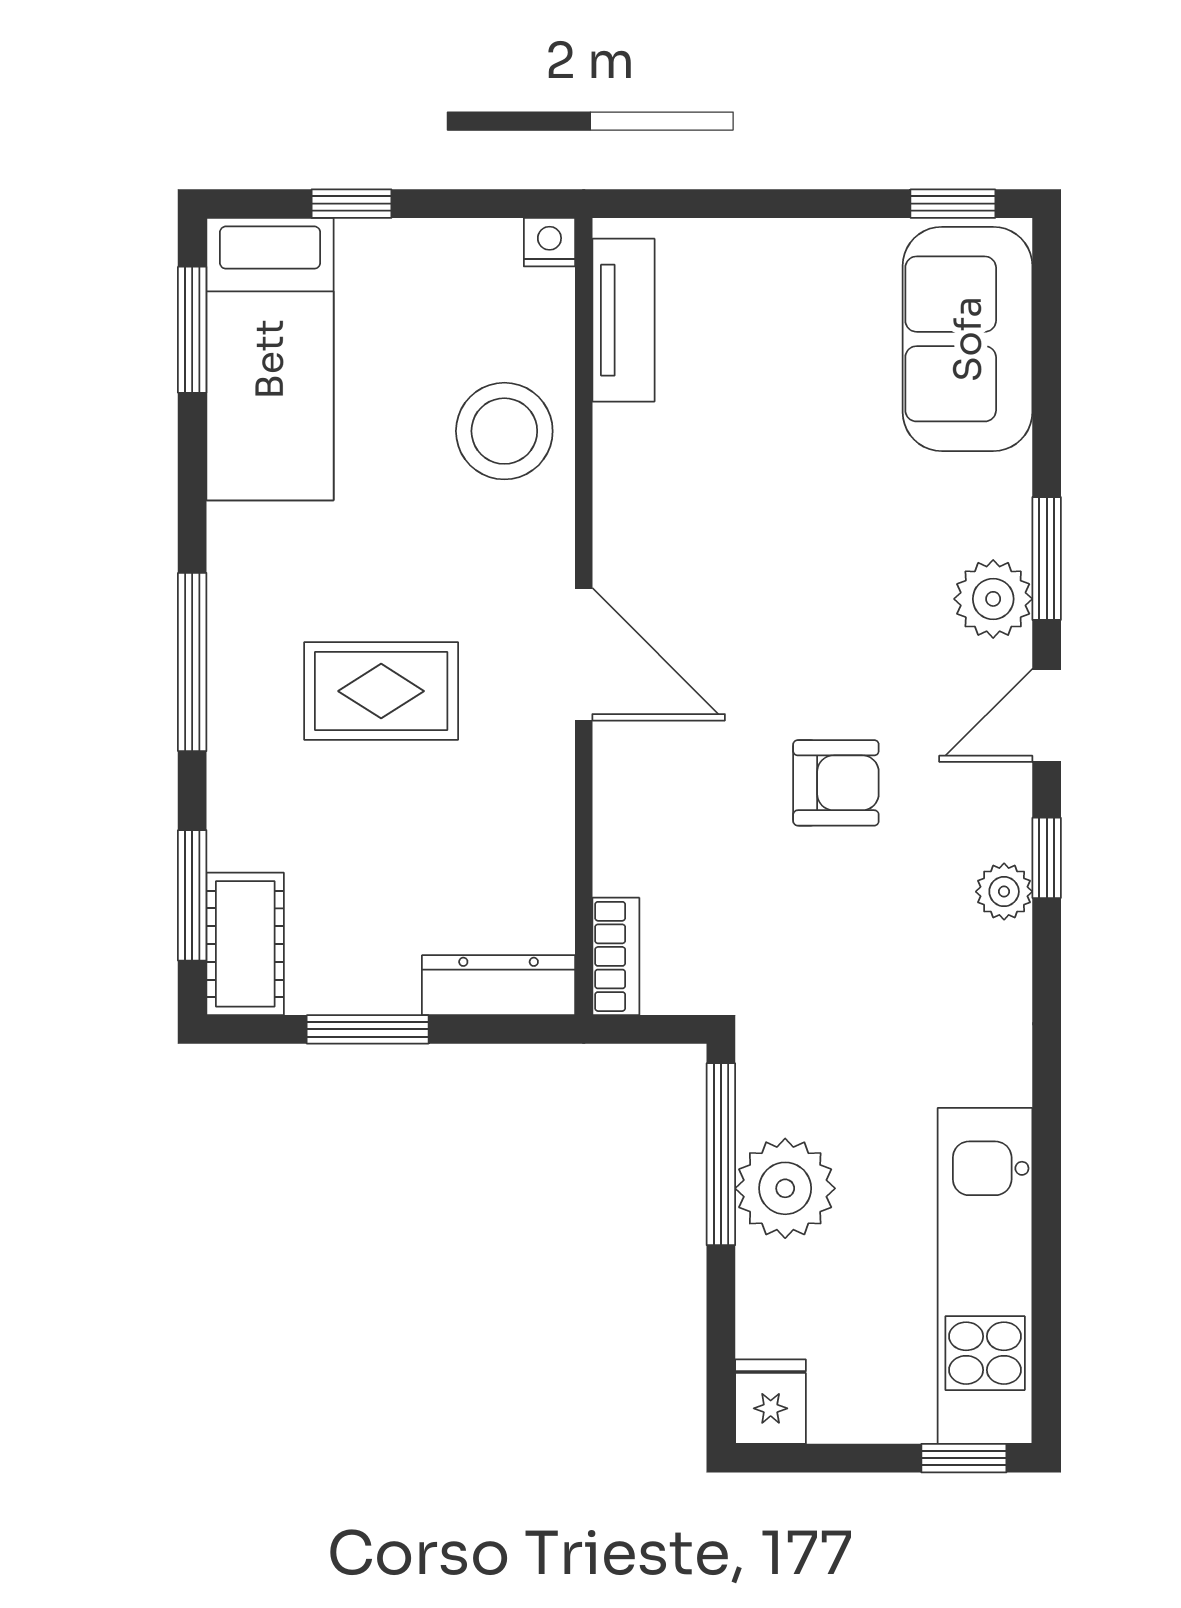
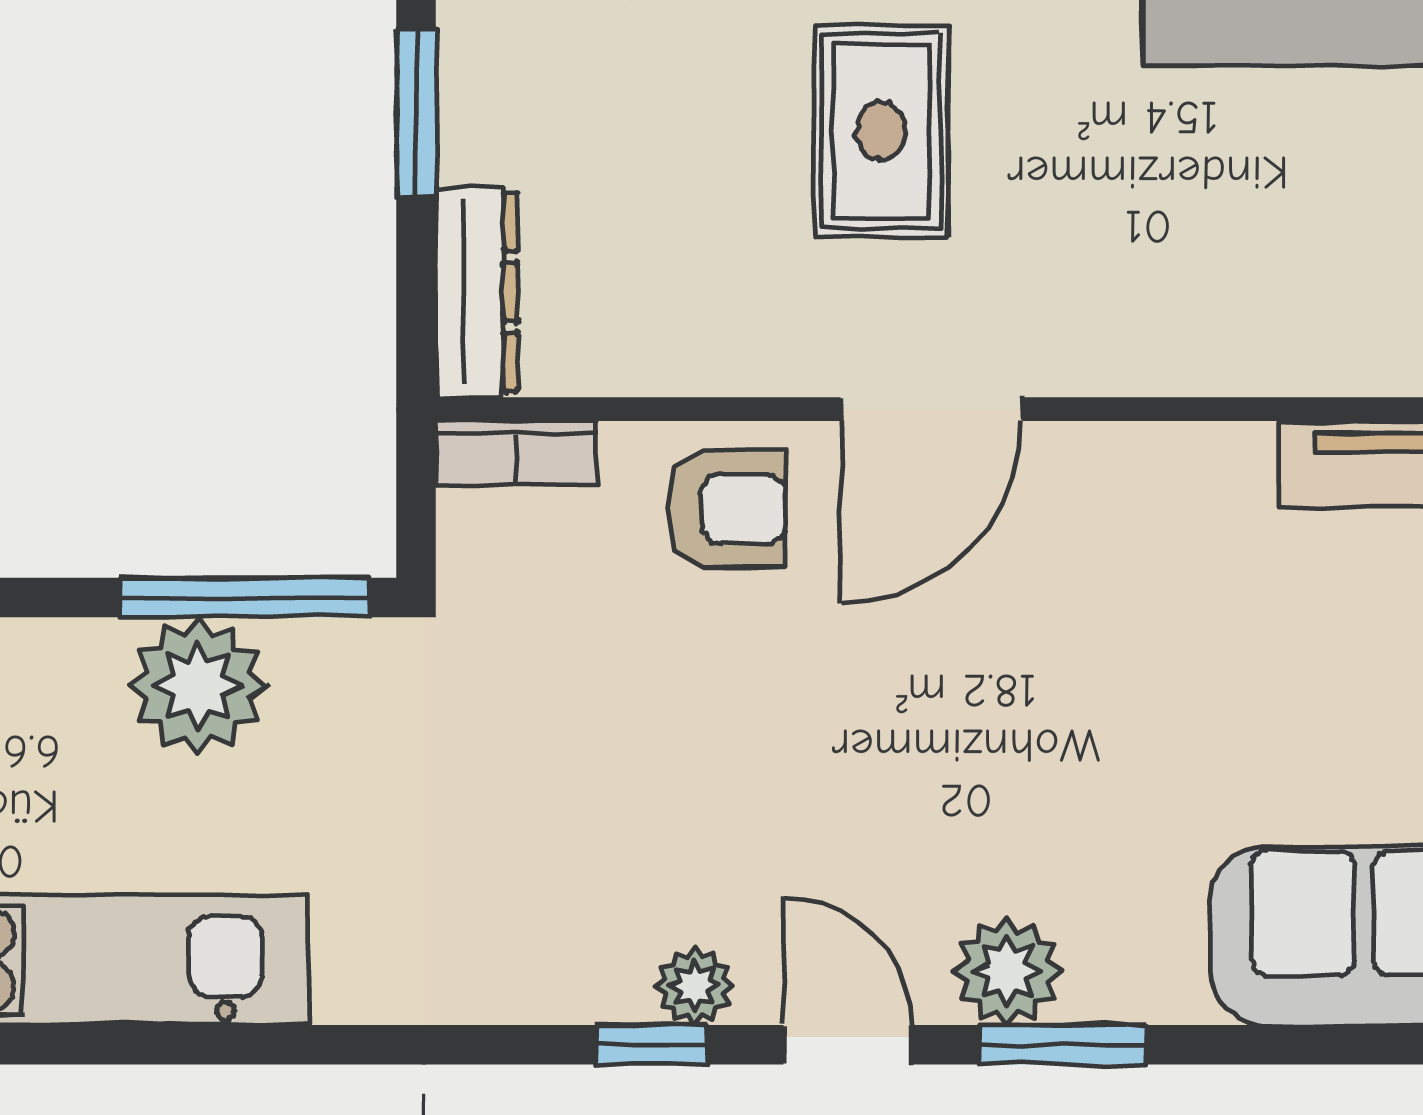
stool: (504, 431) -> (1238, 300), removed
armchair: (836, 783) -> (727, 509), moved, turned -90
plant: (1004, 892) -> (695, 986), moved

